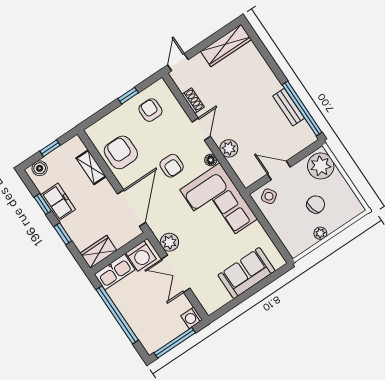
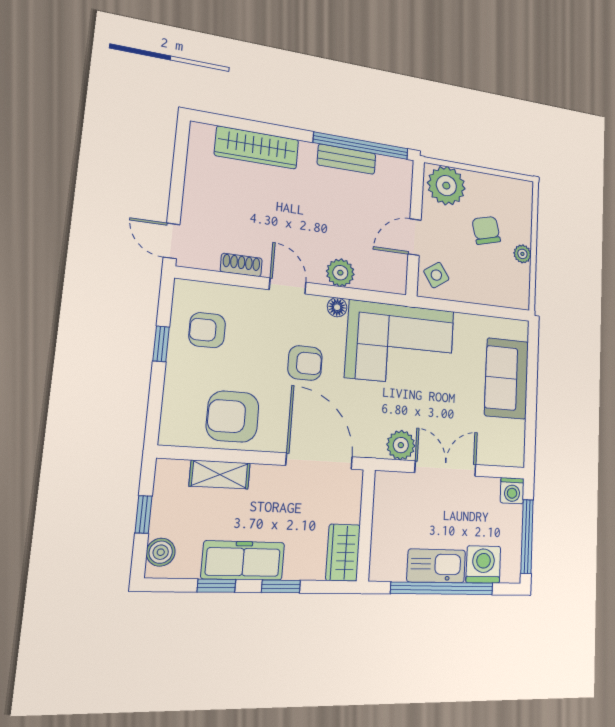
wardrobe: (226, 45) -> (257, 148), moved, turned 90
freezer: (58, 202) -> (243, 560), width x1.40
washing machine: (141, 256) -> (483, 564), moved, turned -90
kitchen sink: (115, 272) -> (436, 566), moved, turned -90
double door: (176, 274) -> (446, 469), swing flipped

